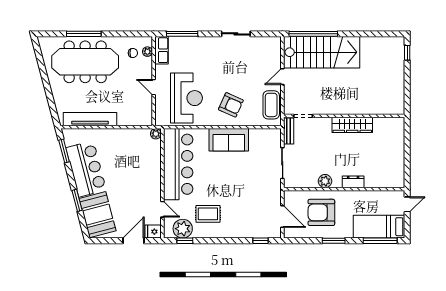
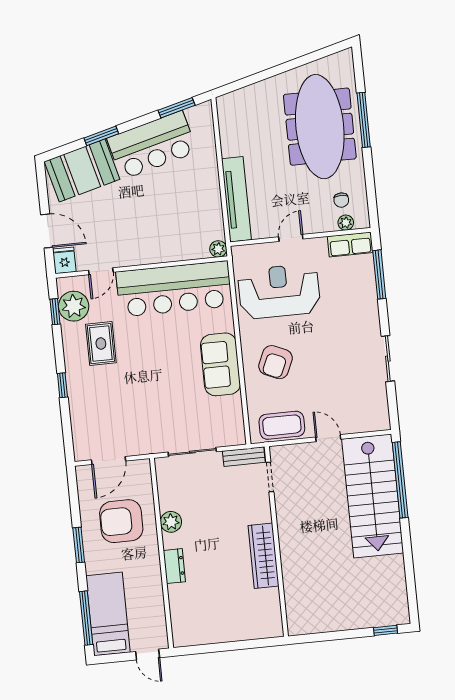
reception desk: (186, 98) -> (279, 291), turned 180
tv unit: (90, 119) -> (236, 199), moved
armchair: (321, 212) -> (121, 521), turned -90
window: (261, 241) -> (62, 385), moved

